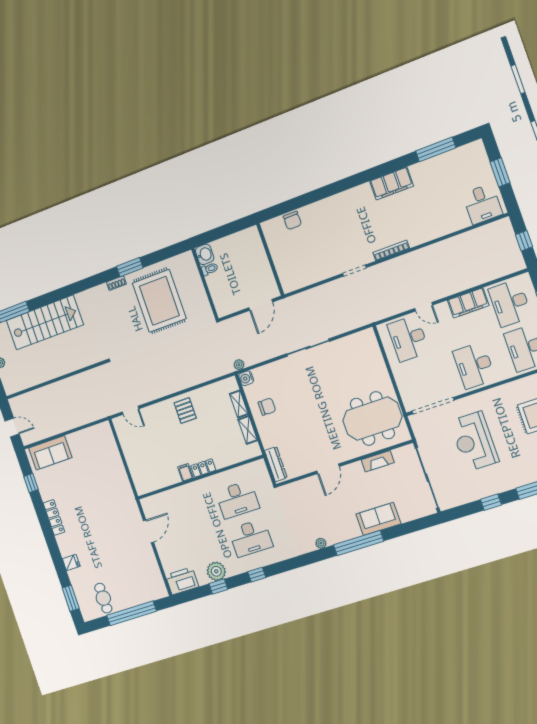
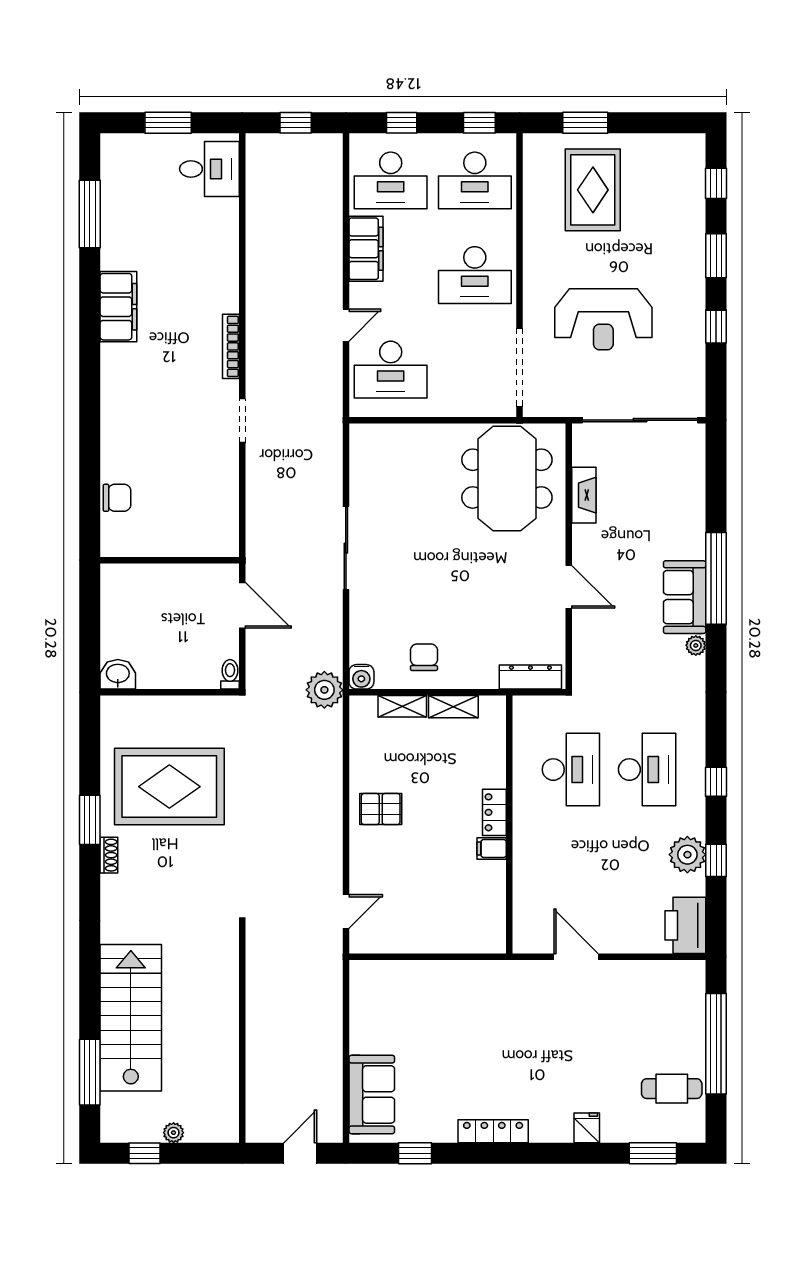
toilet: (210, 269) -> (230, 674), moved
plant: (239, 365) -> (324, 690), width x1.88, depth x1.88
sofa: (378, 519) -> (685, 597), moved

